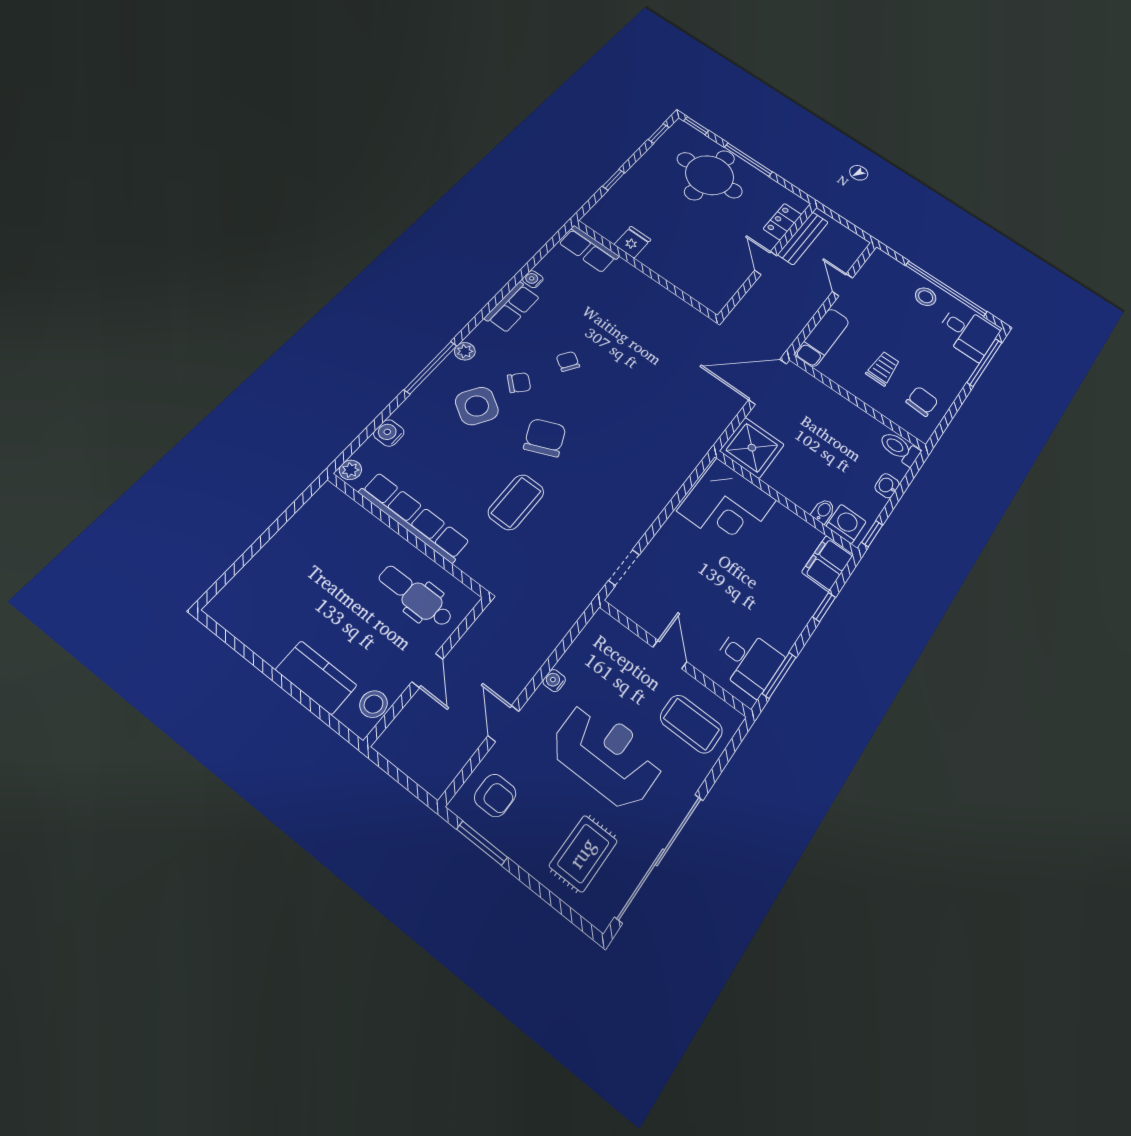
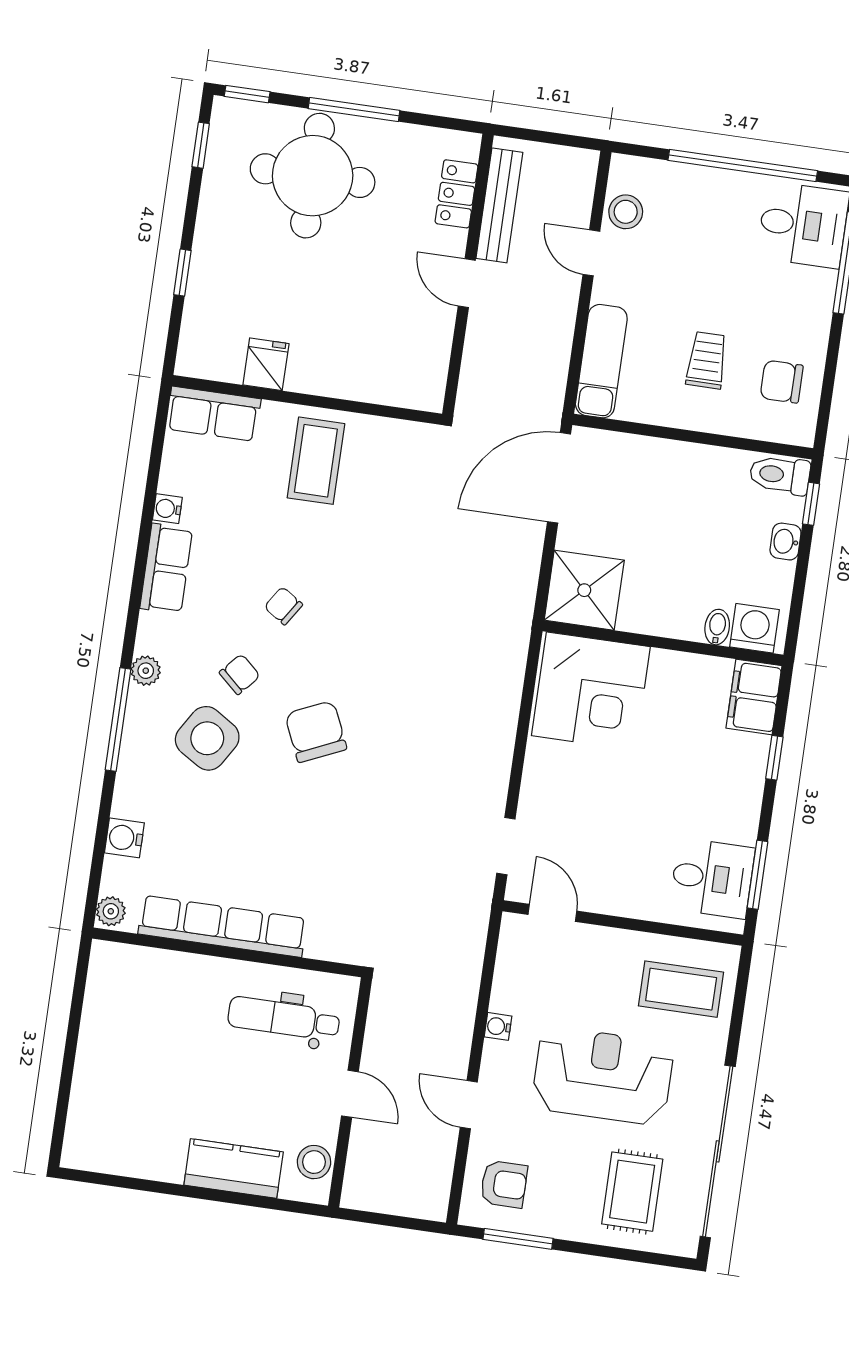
stool: (926, 297) -> (626, 212), moved
chair: (922, 401) -> (782, 382), turned -93
coffee table: (516, 502) -> (316, 461), moved
window: (872, 534) -> (811, 504), moved
door: (670, 654) -> (552, 913), moved

